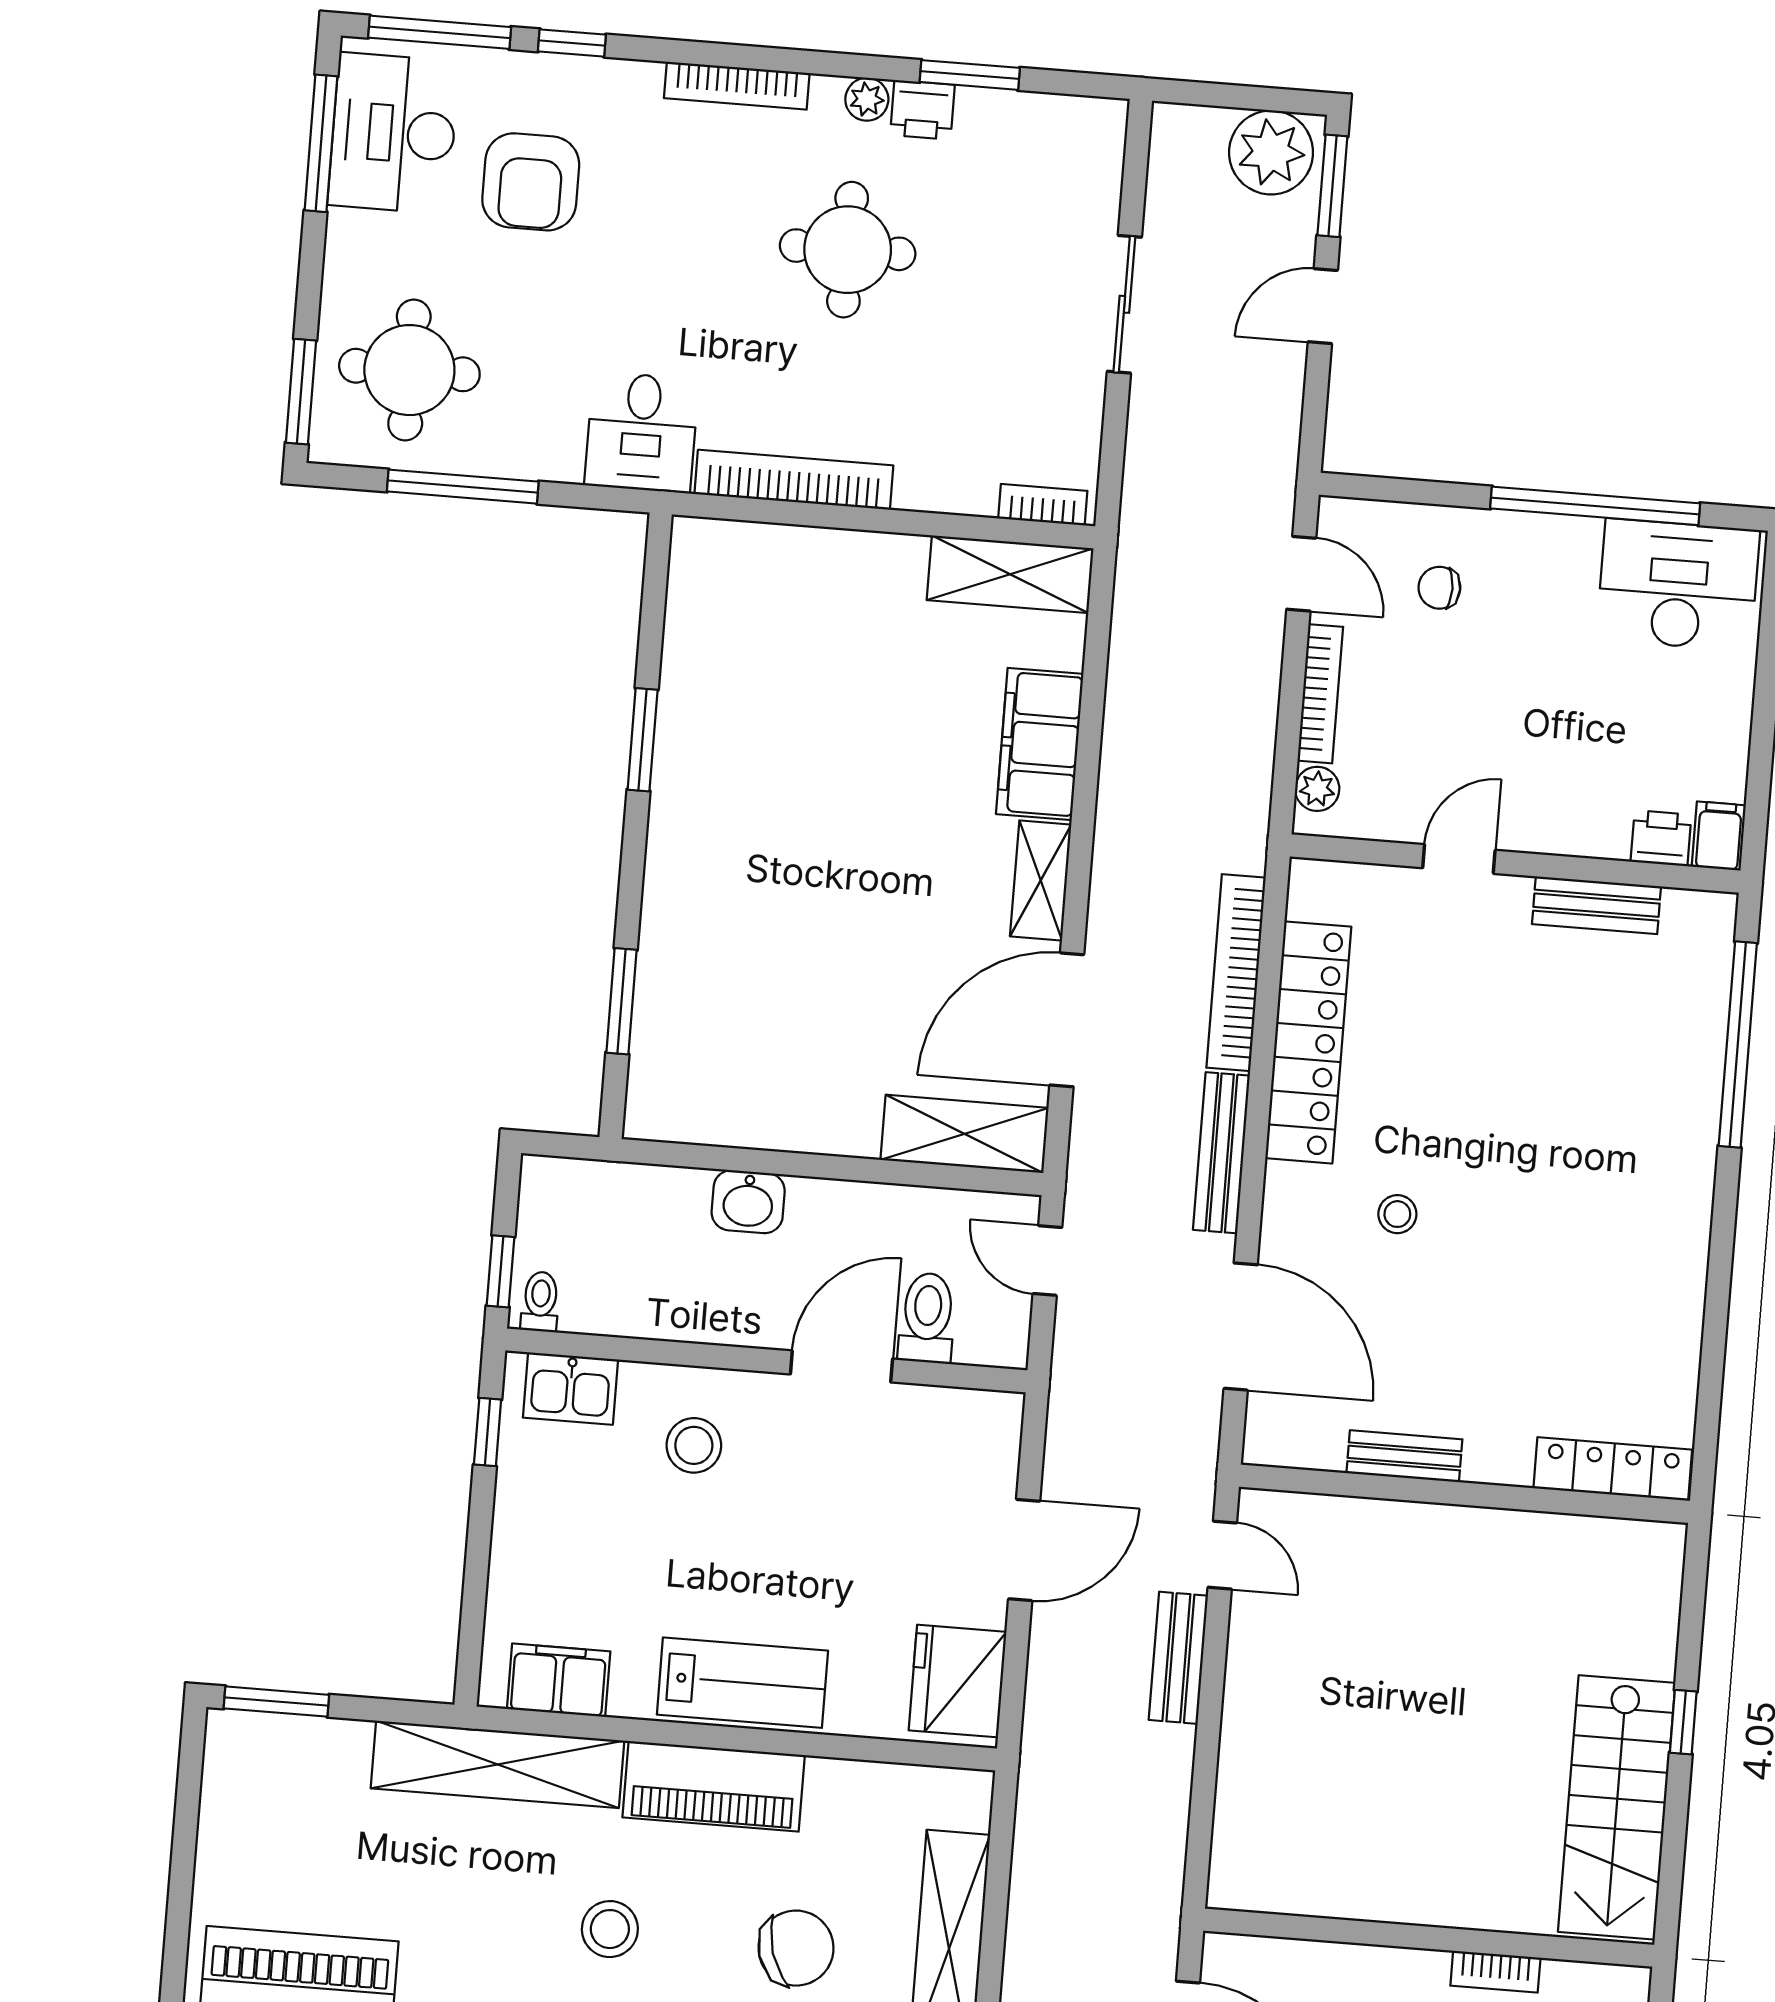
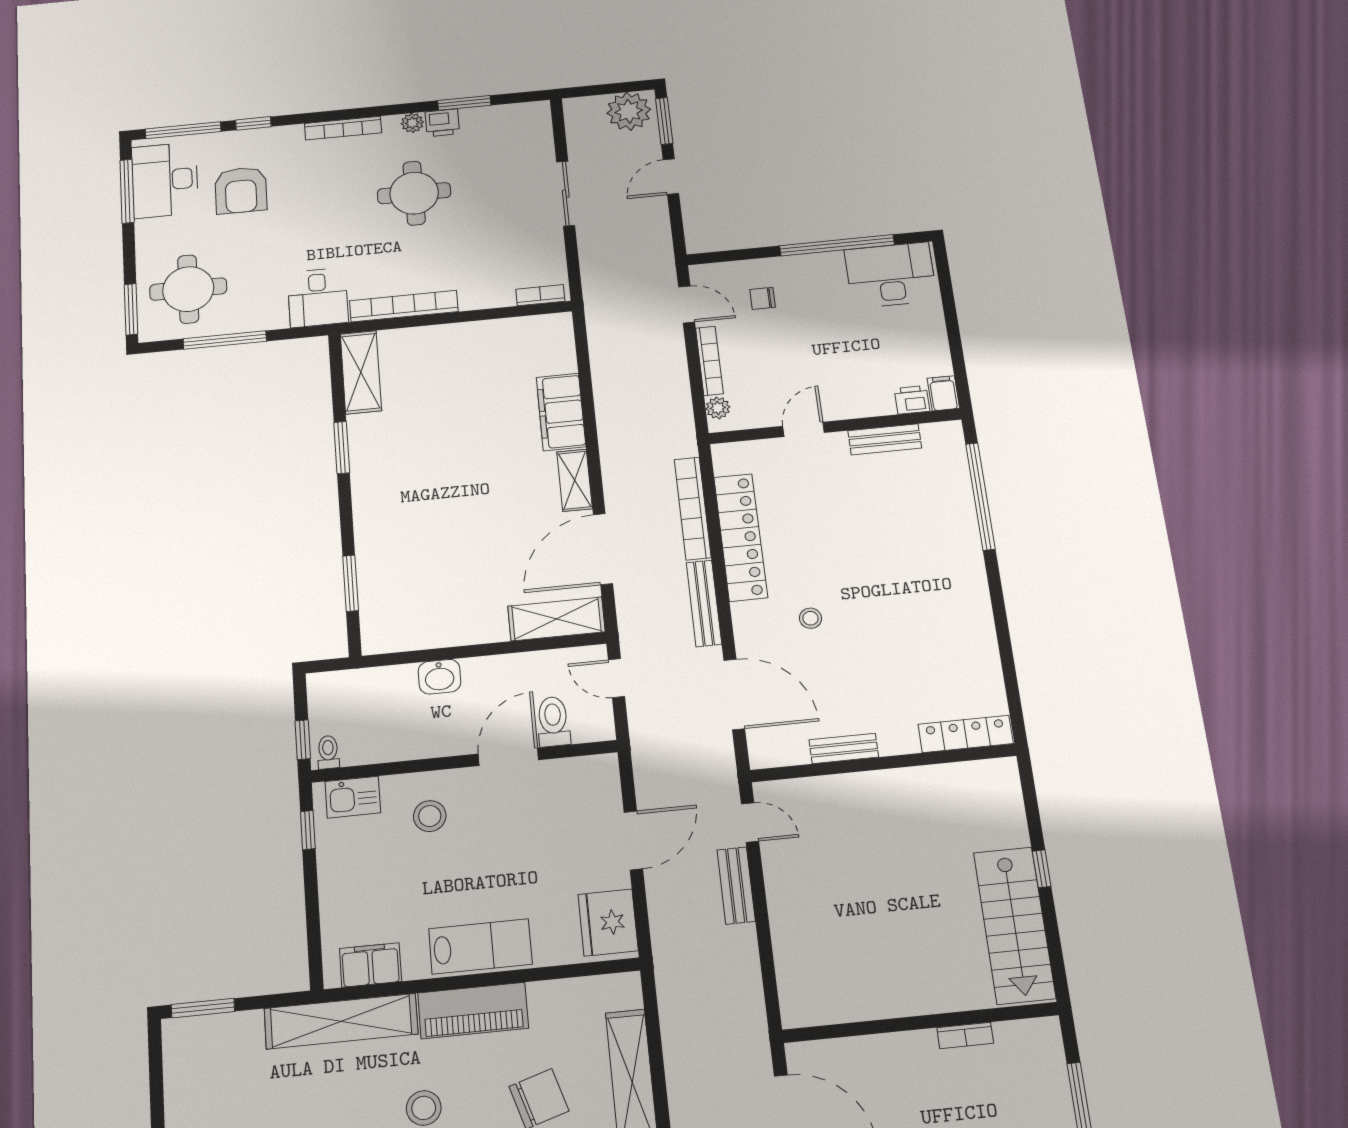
shelving: (1010, 574) -> (361, 372), moved, turned 90

